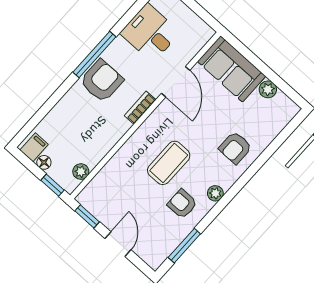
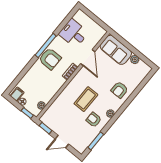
armchair: (102, 81) -> (50, 59), turned 90
door: (118, 244) -> (62, 142), swing flipped

